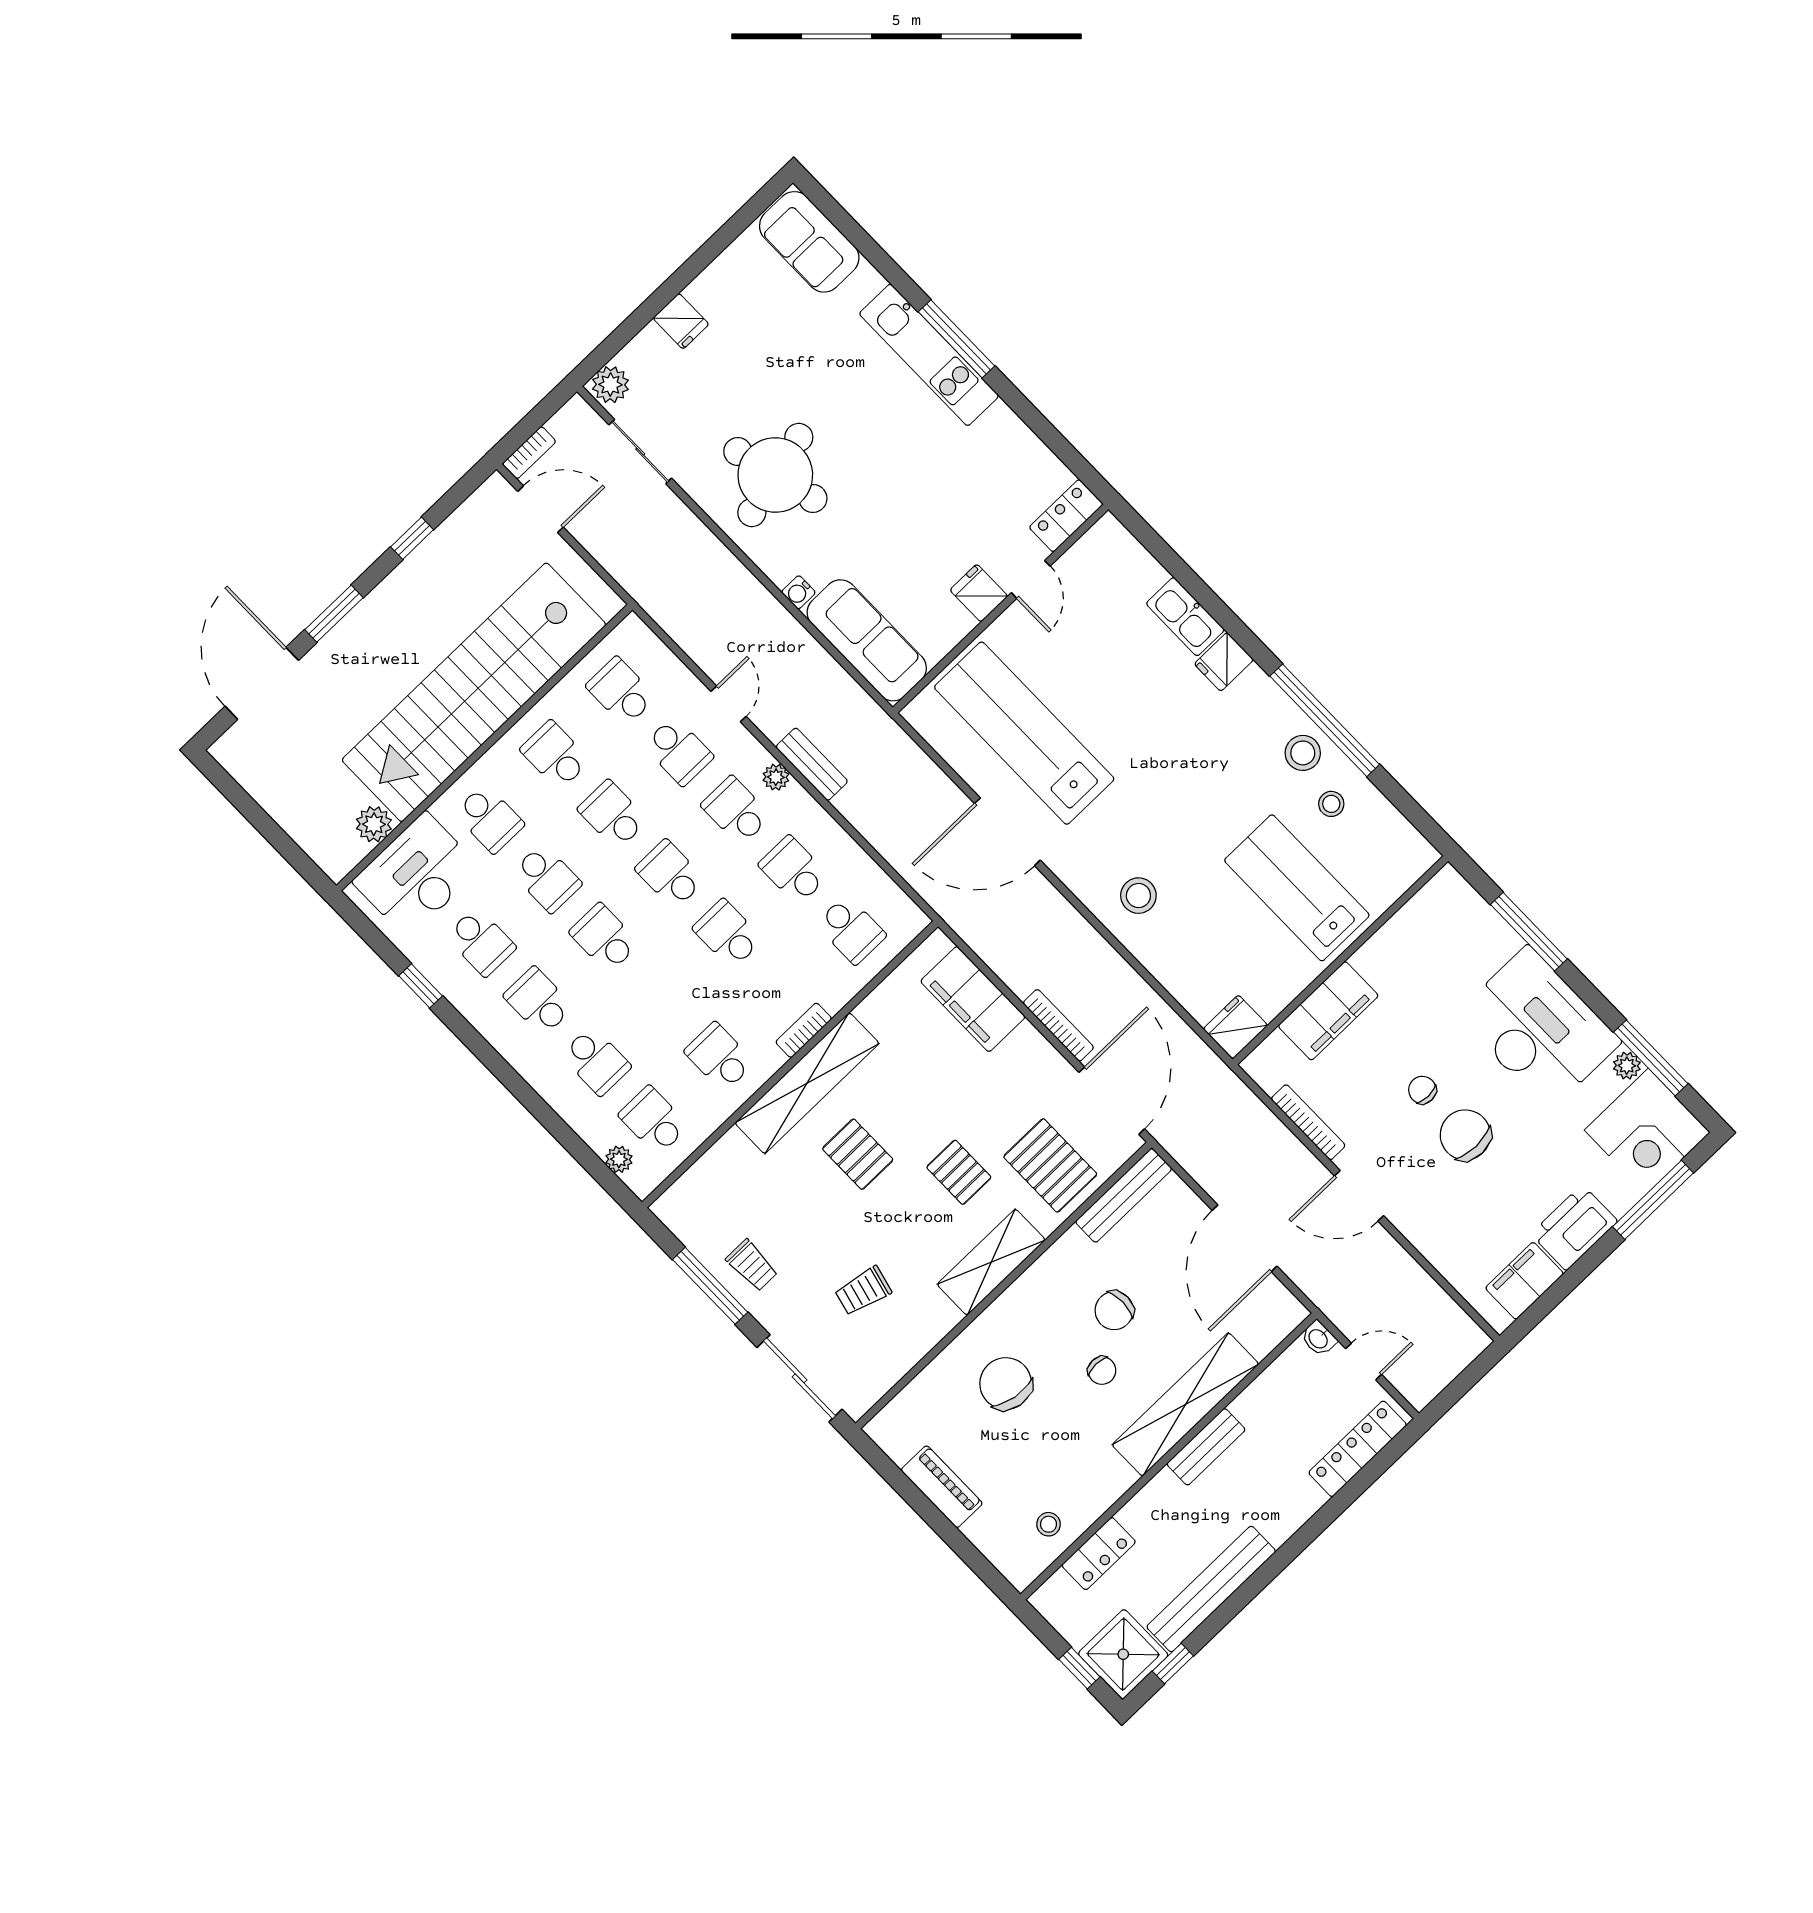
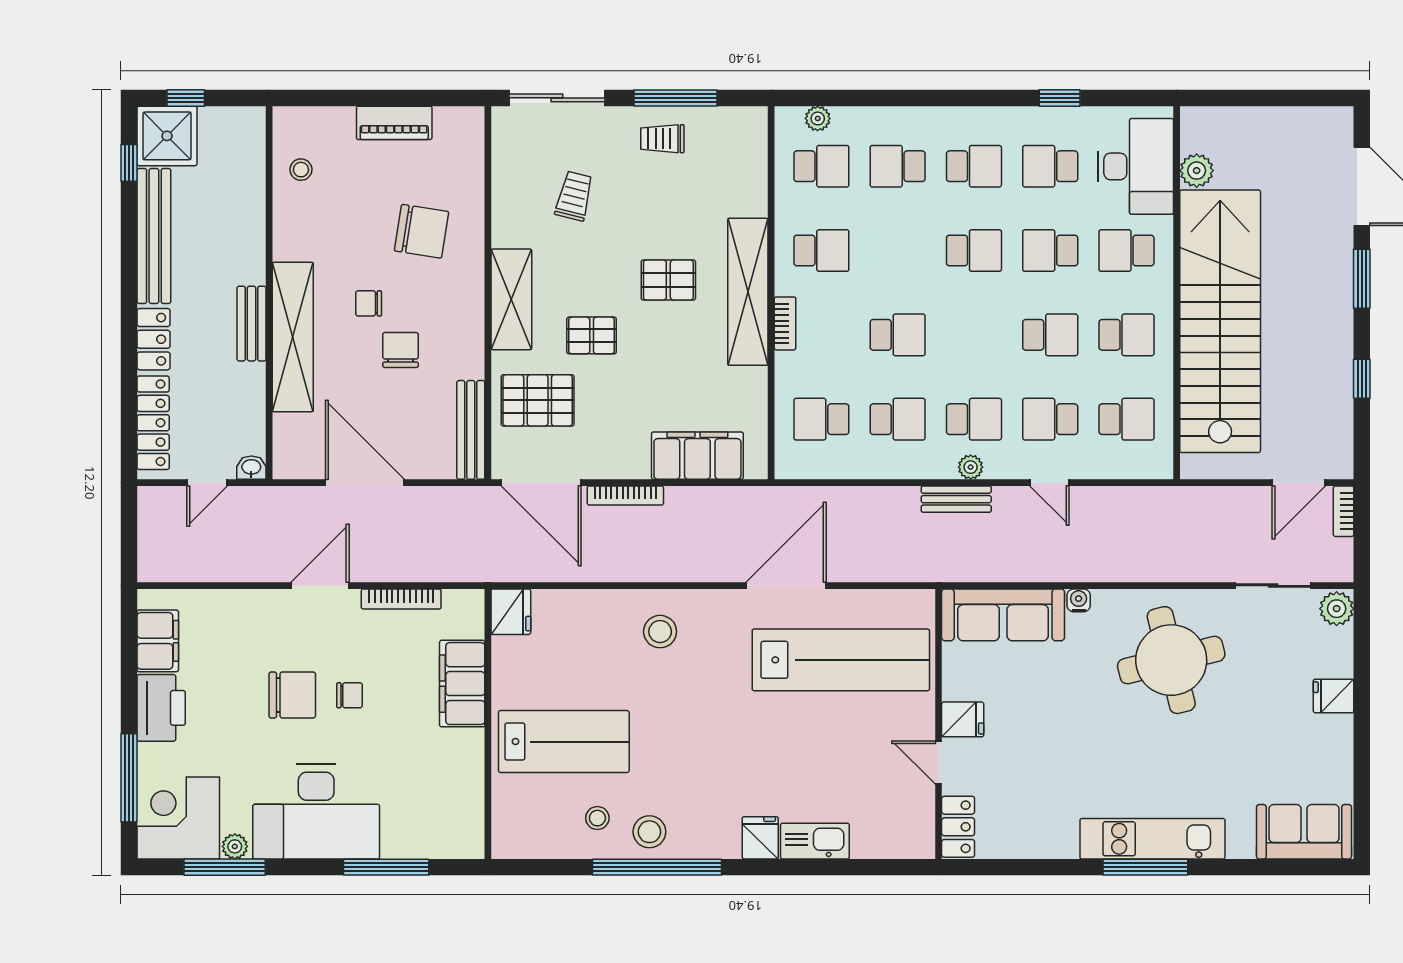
school desk: (670, 874) -> (974, 335), removed
locker: (1099, 1554) -> (154, 339), moved, turned 180

